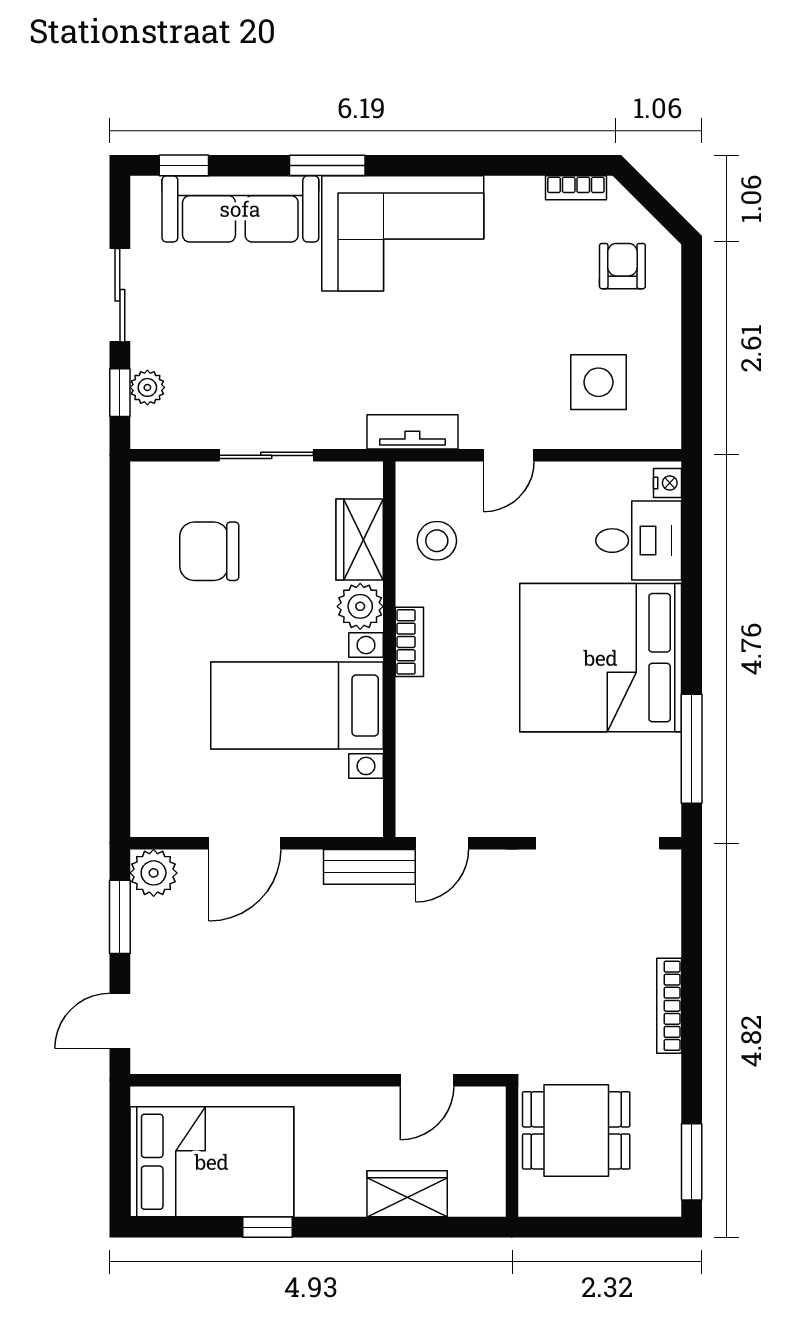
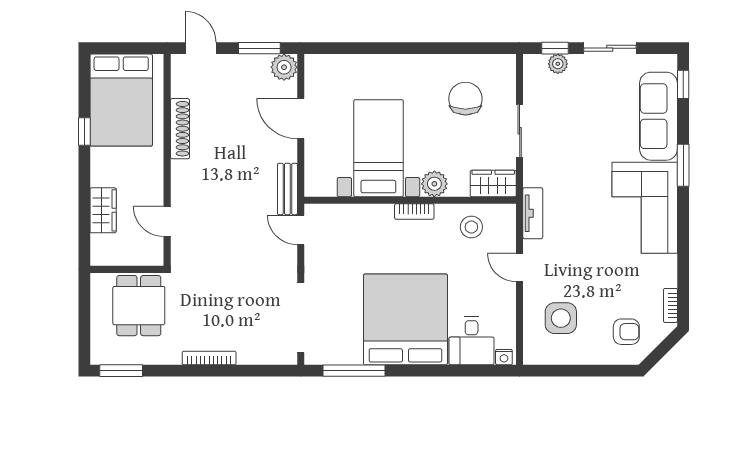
wardrobe: (360, 539) -> (493, 183), moved
shoe rack: (263, 1057) -> (180, 129), added

